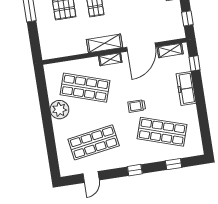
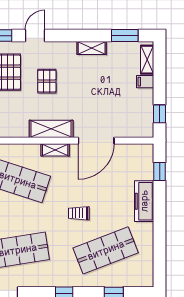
shelving: (170, 50) -> (132, 151), removed
shop shelf: (162, 132) -> (106, 250), turned -39

